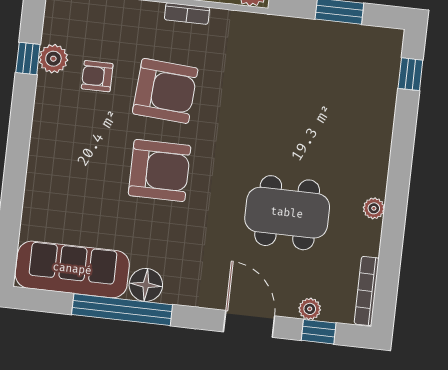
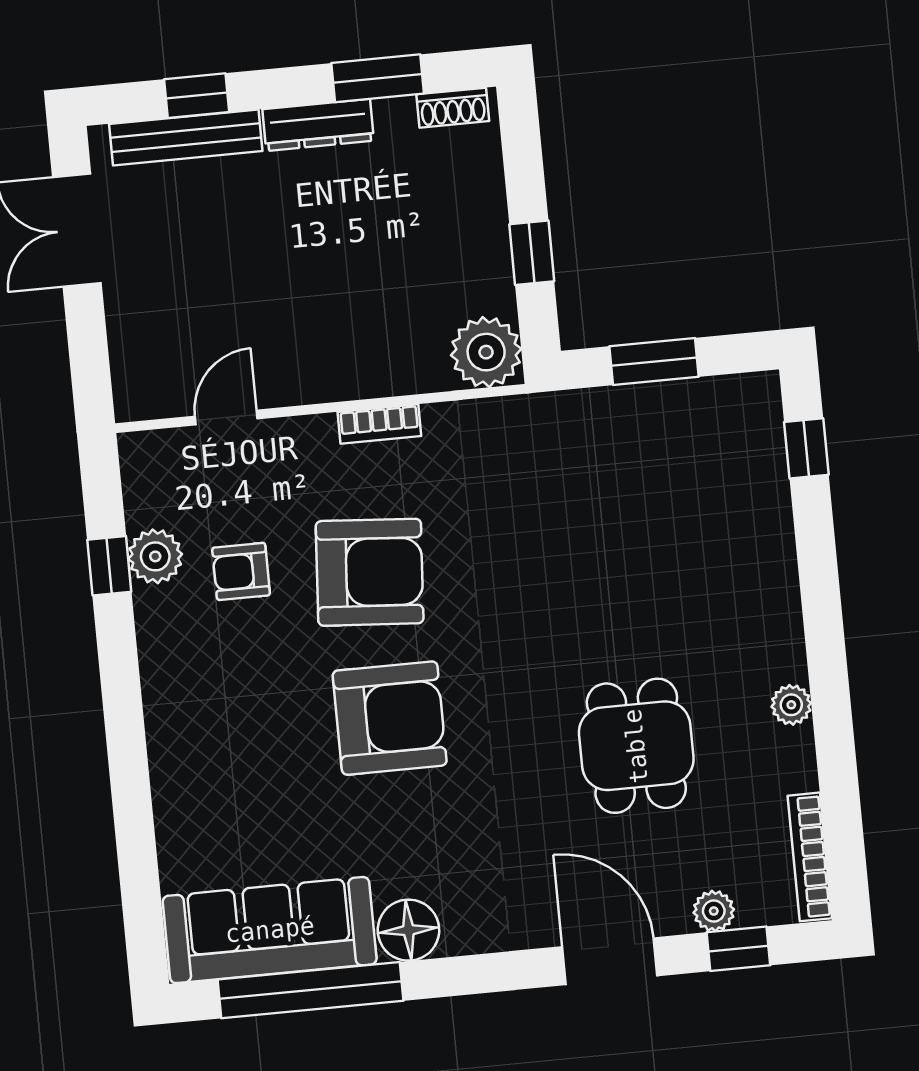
dining table: (287, 213) -> (636, 746), width x0.73
window: (122, 310) -> (311, 990), moved

